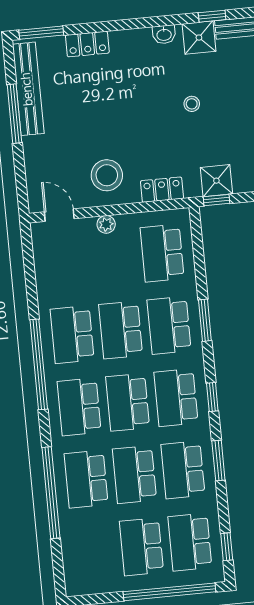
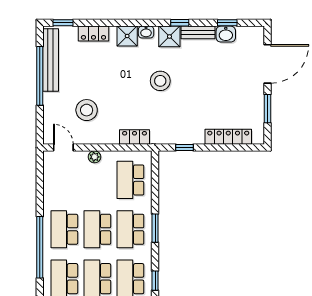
window: (41, 33) -> (63, 23), width x0.67
stool: (192, 104) -> (160, 81), width x1.89, depth x1.89
window: (14, 114) -> (40, 76), width x1.46
stool: (107, 175) -> (87, 110), moved
shower: (216, 181) -> (127, 36), moved
window: (216, 200) -> (185, 148), moved

